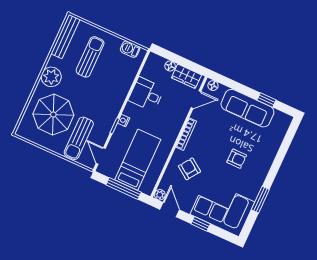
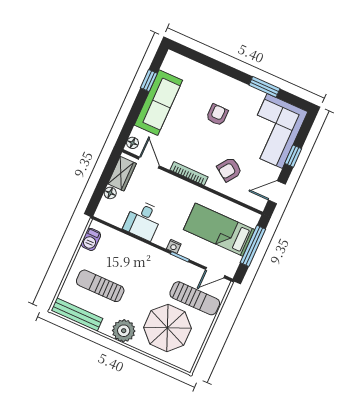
plant: (160, 195) -> (260, 204), removed

